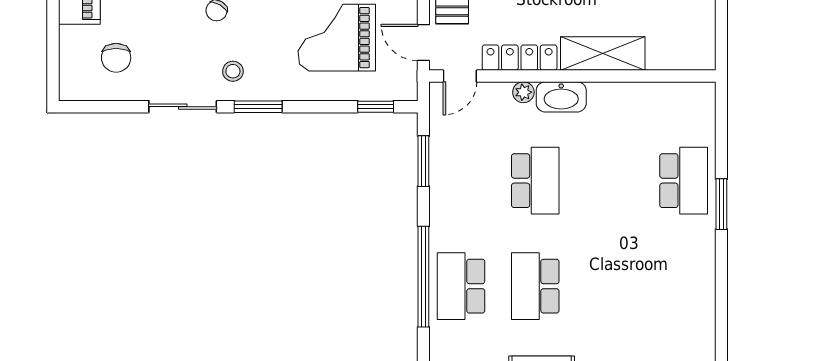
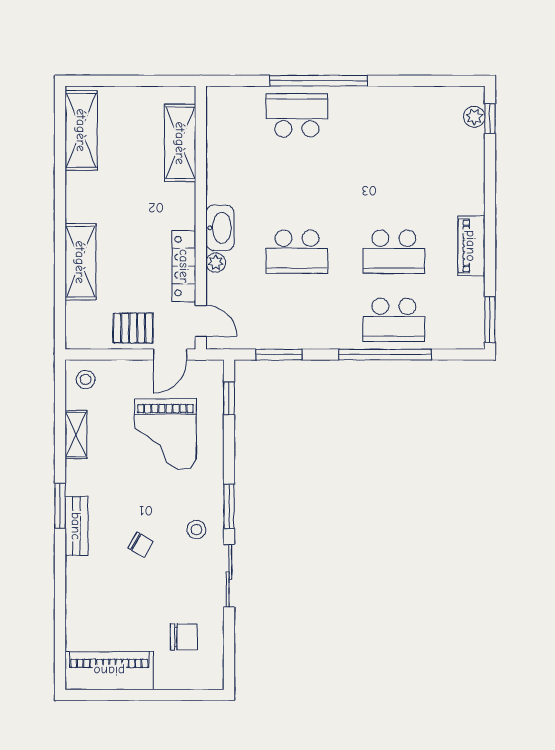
shelving: (603, 54) -> (180, 143), moved
school desk: (535, 181) -> (297, 252), turned 180
window: (721, 204) -> (319, 81), width x2.11

